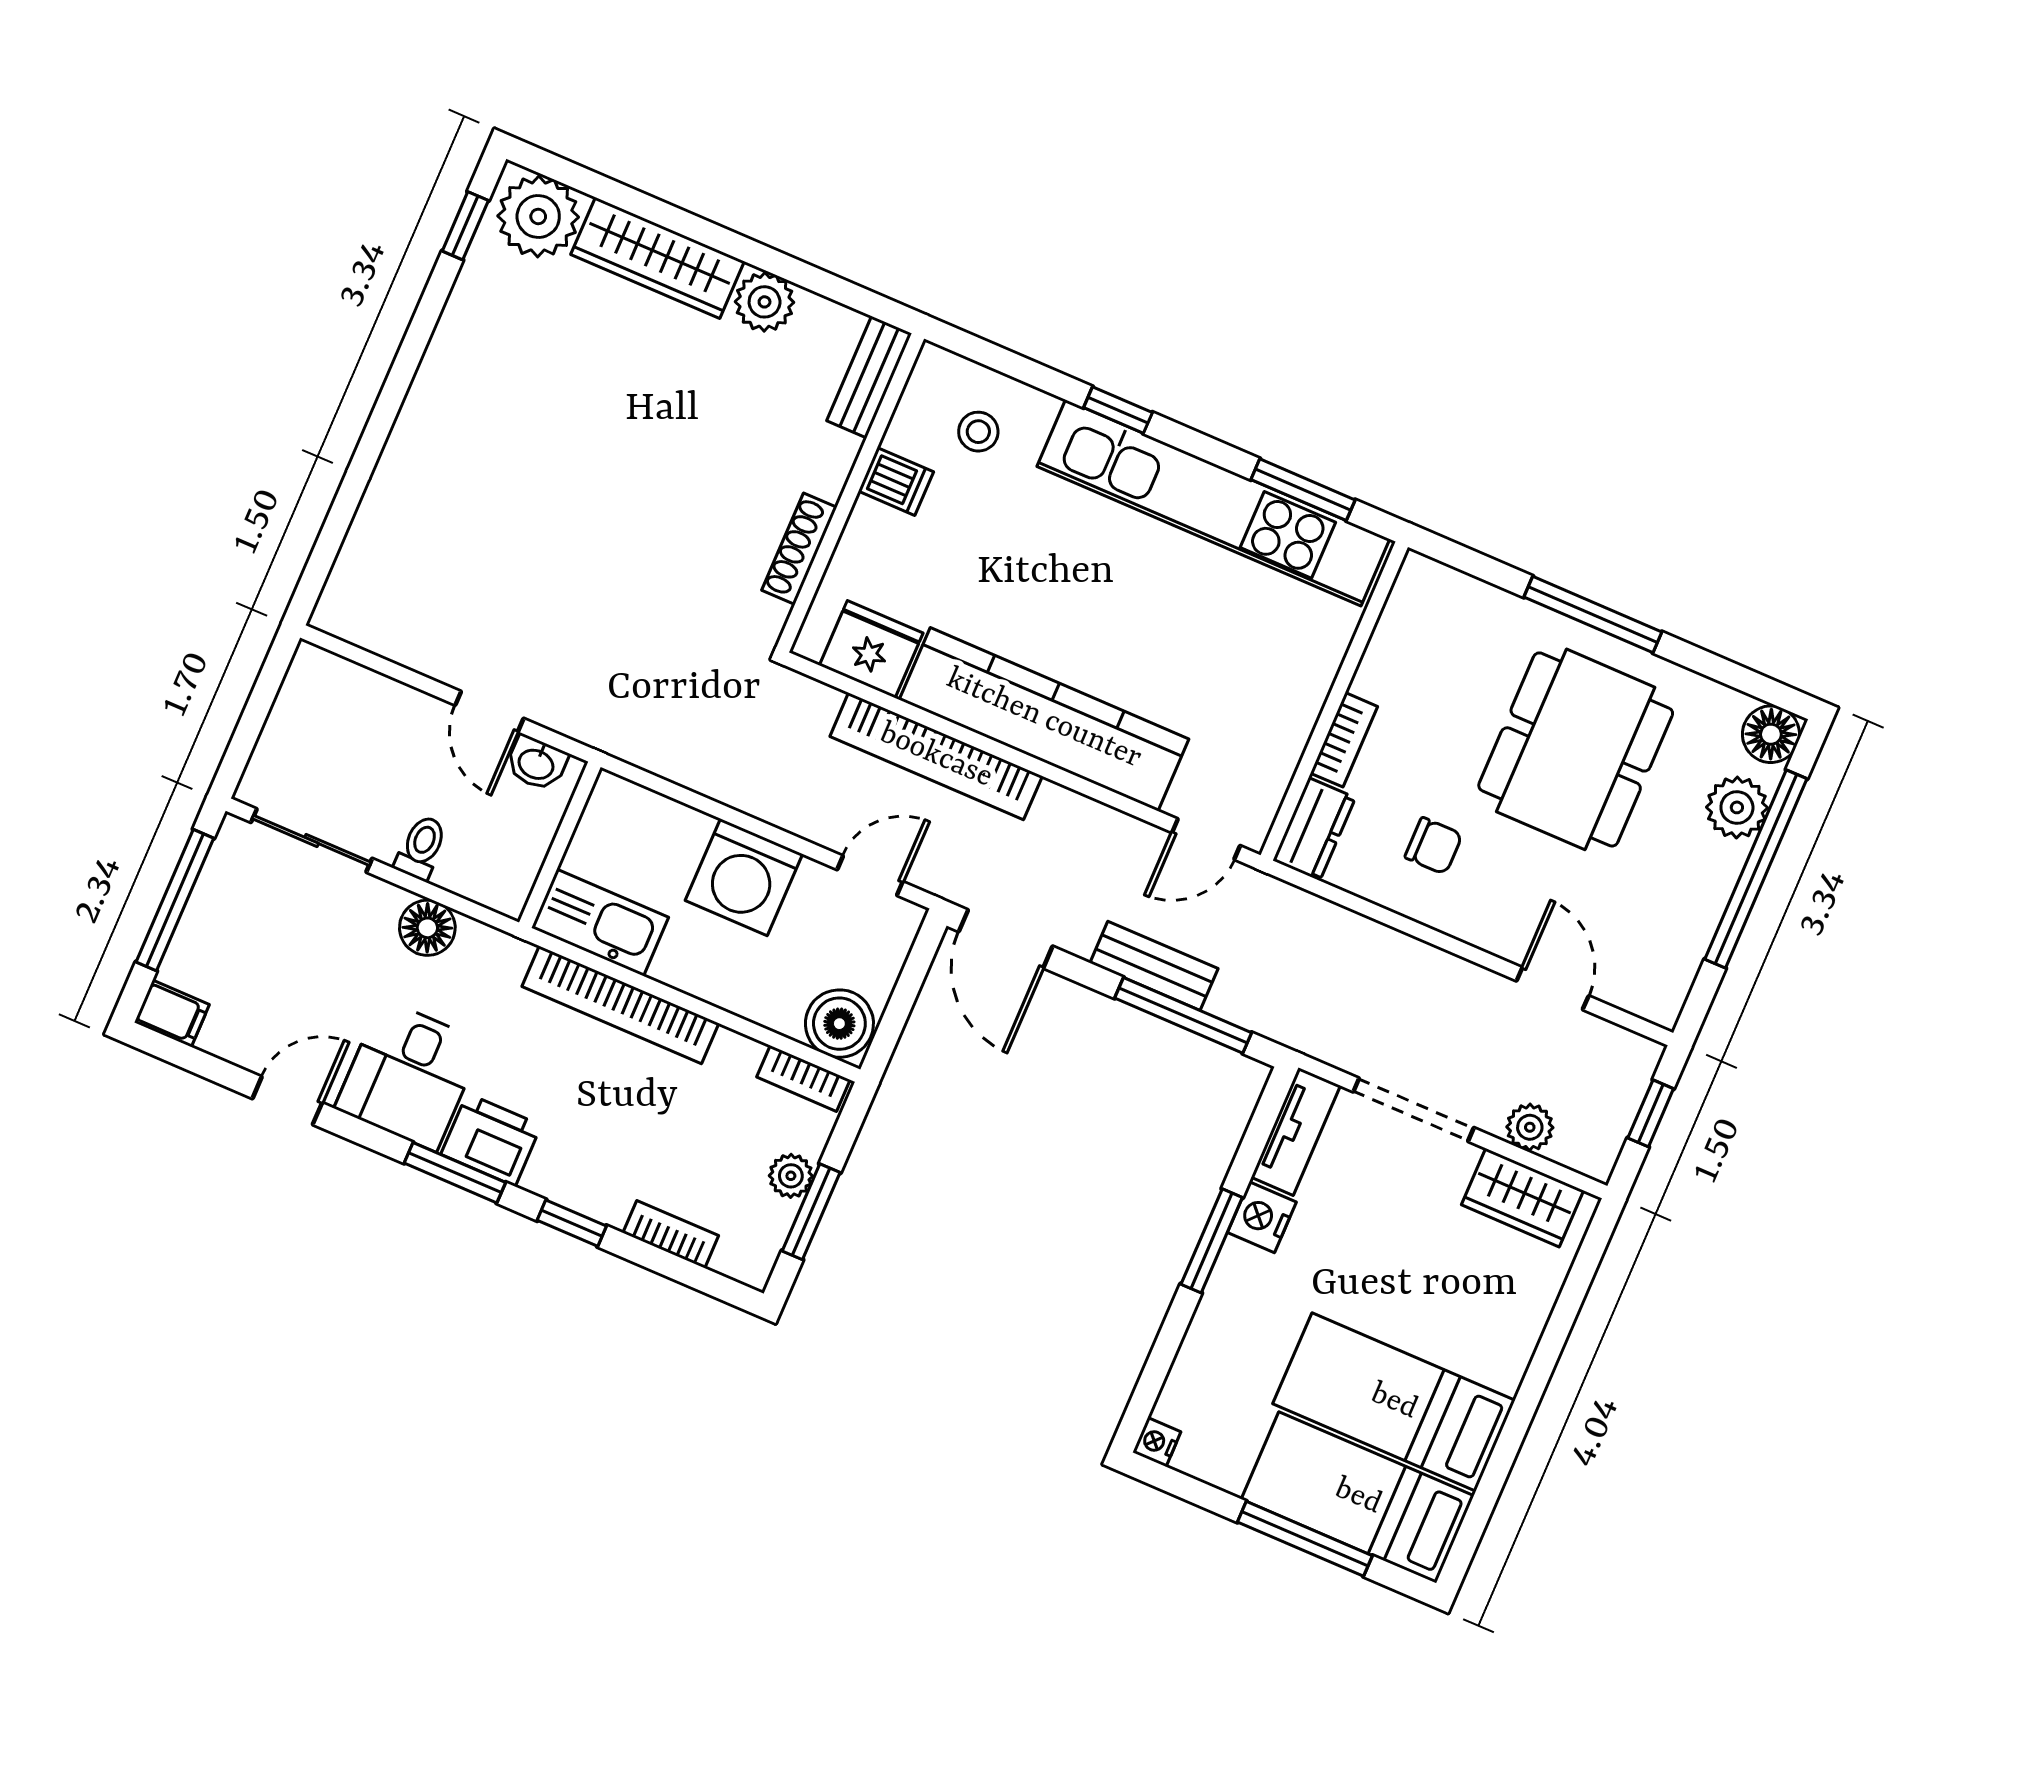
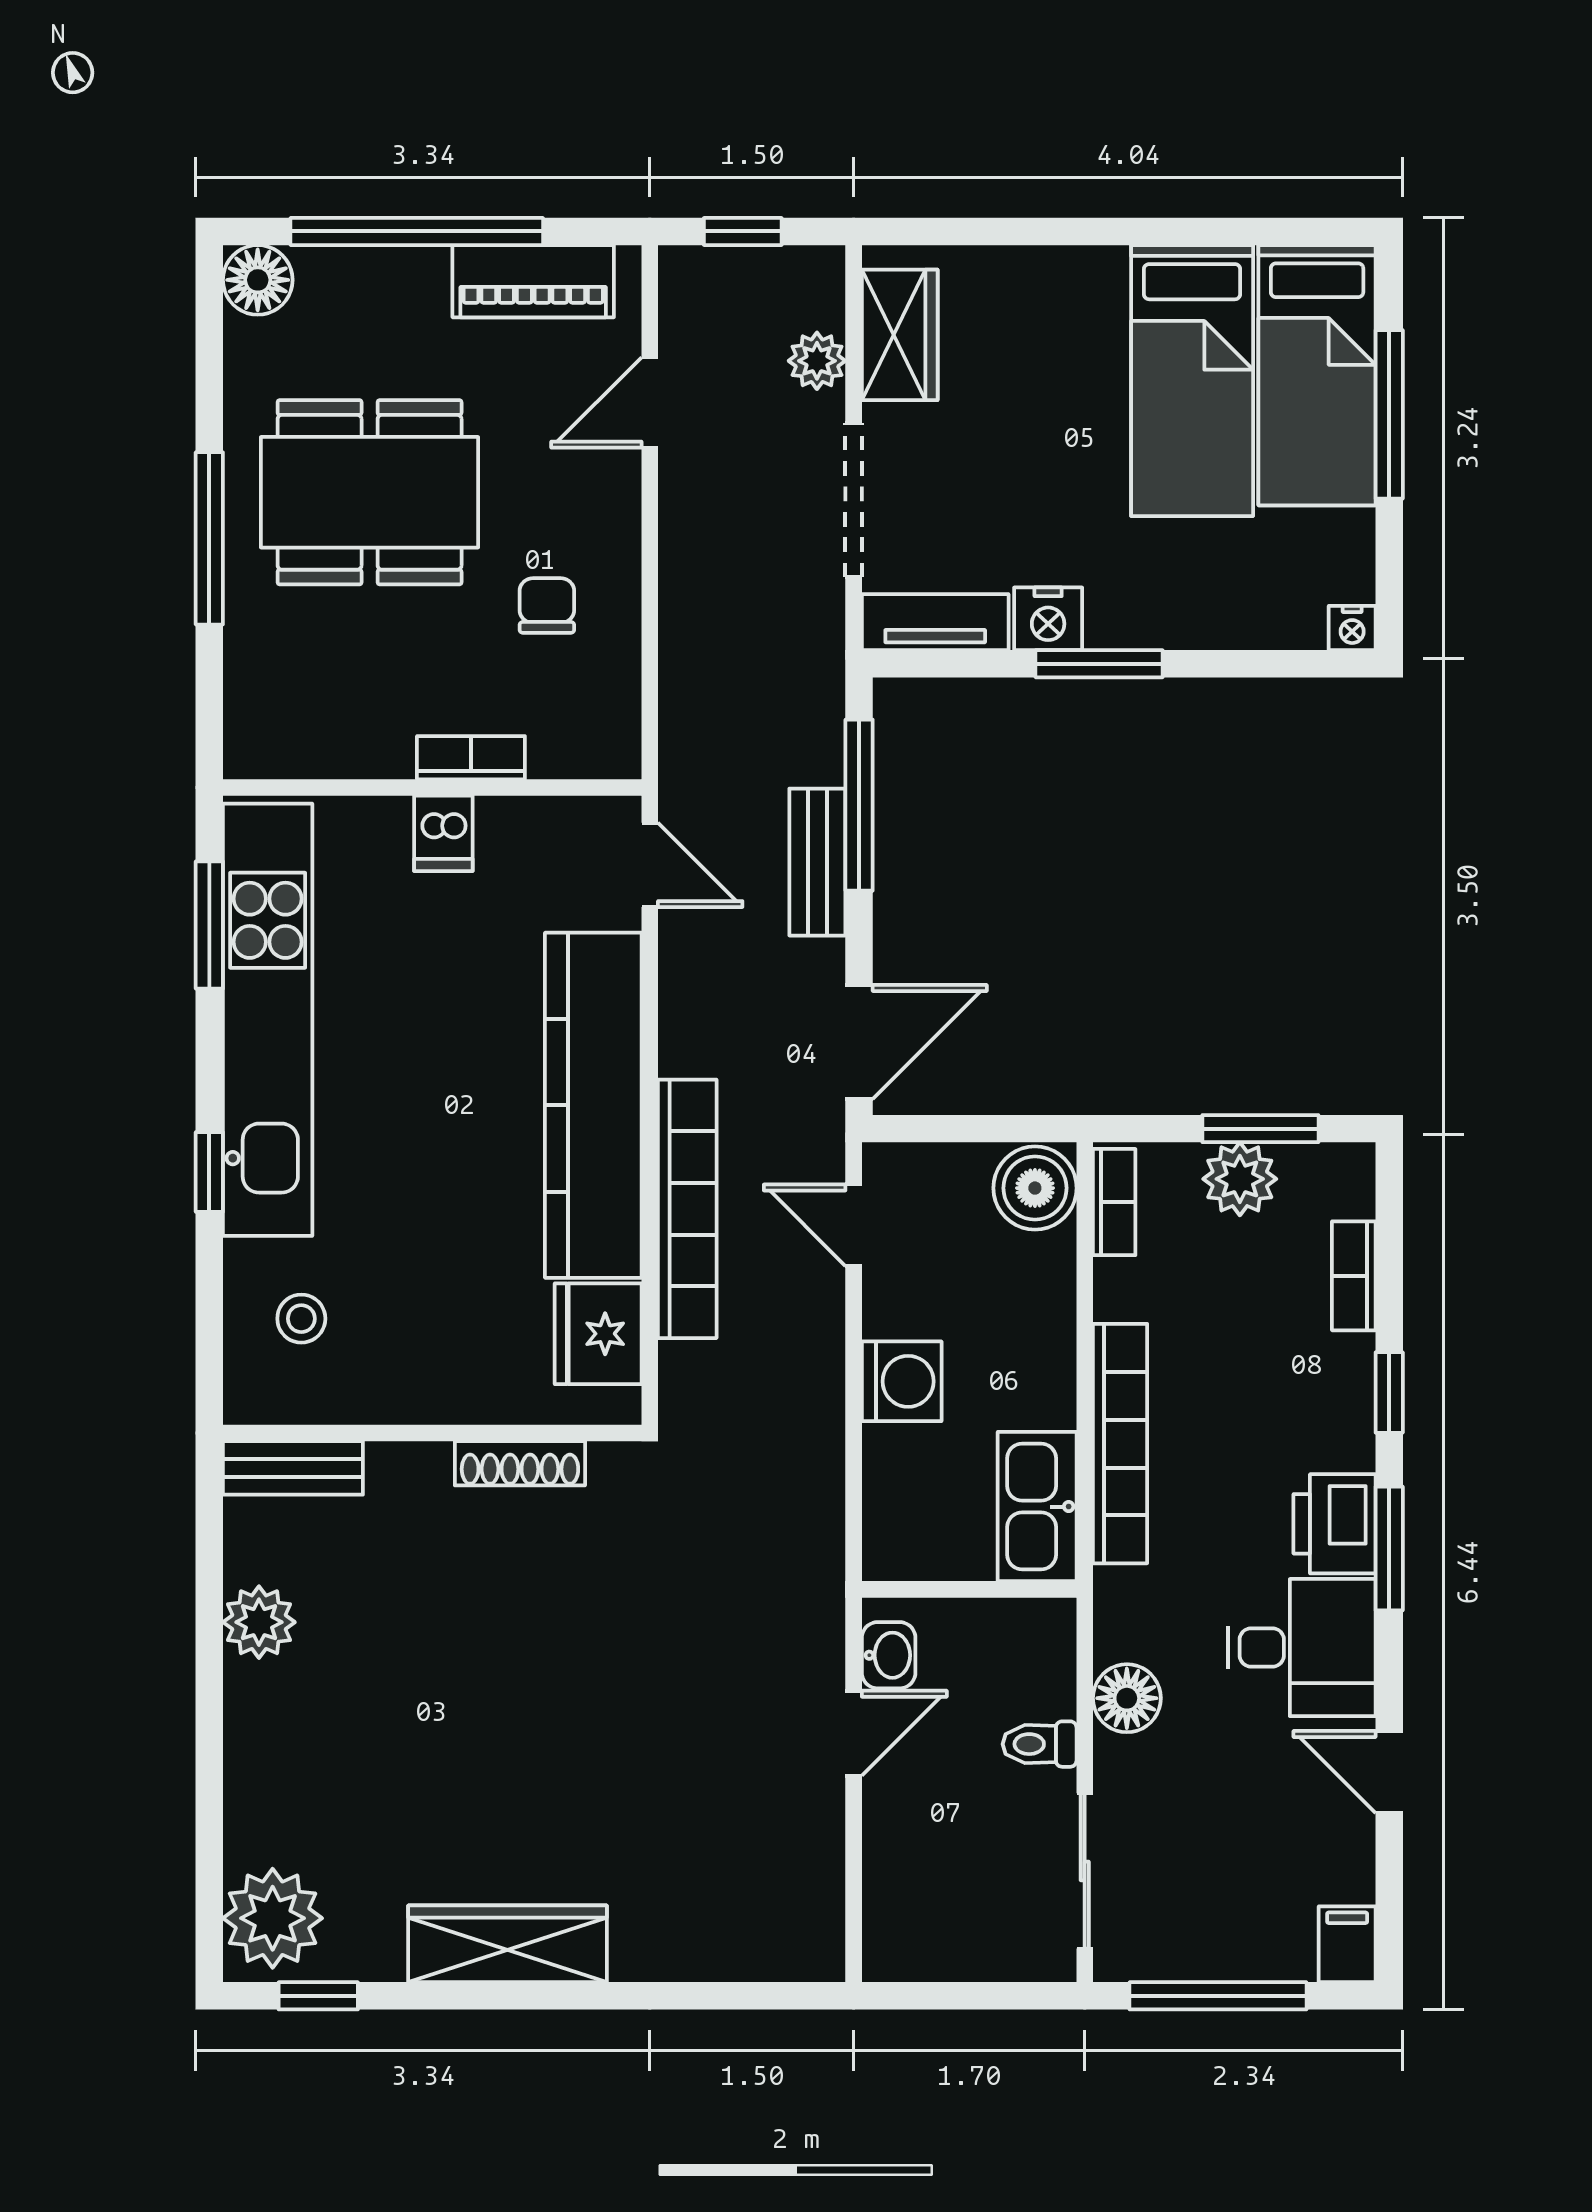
wardrobe: (658, 258) -> (508, 1944), moved, turned -90
dishwasher: (896, 481) -> (443, 833), moved, turned 180
plant: (1737, 807) -> (357, 283), removed
dresser: (1314, 829) -> (586, 748), removed
washing machine: (744, 877) -> (902, 1381), width x0.73, depth x0.73
piano: (1681, 940) -> (533, 281), added
plant: (791, 1176) -> (1240, 1179), width x1.38, depth x1.38

